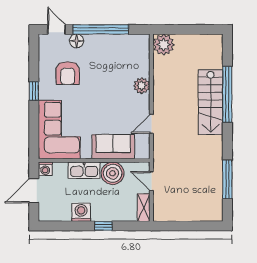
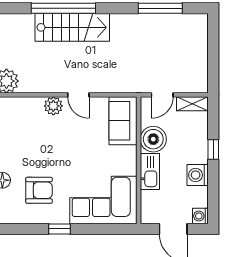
door: (151, 124) -> (78, 95), moved
sofa: (113, 147) -> (123, 121), moved
washing machine: (45, 169) -> (200, 216), moved, turned 180

